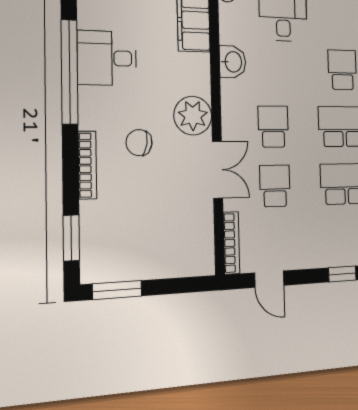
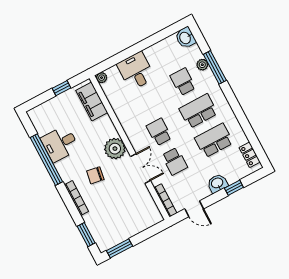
washbasin: (233, 62) -> (217, 183), moved, turned -90
school desk: (275, 186) -> (175, 161), turned 180

